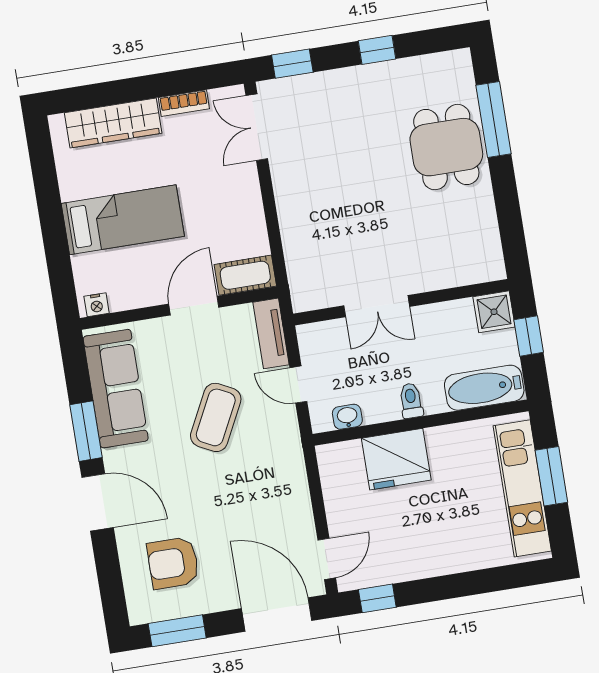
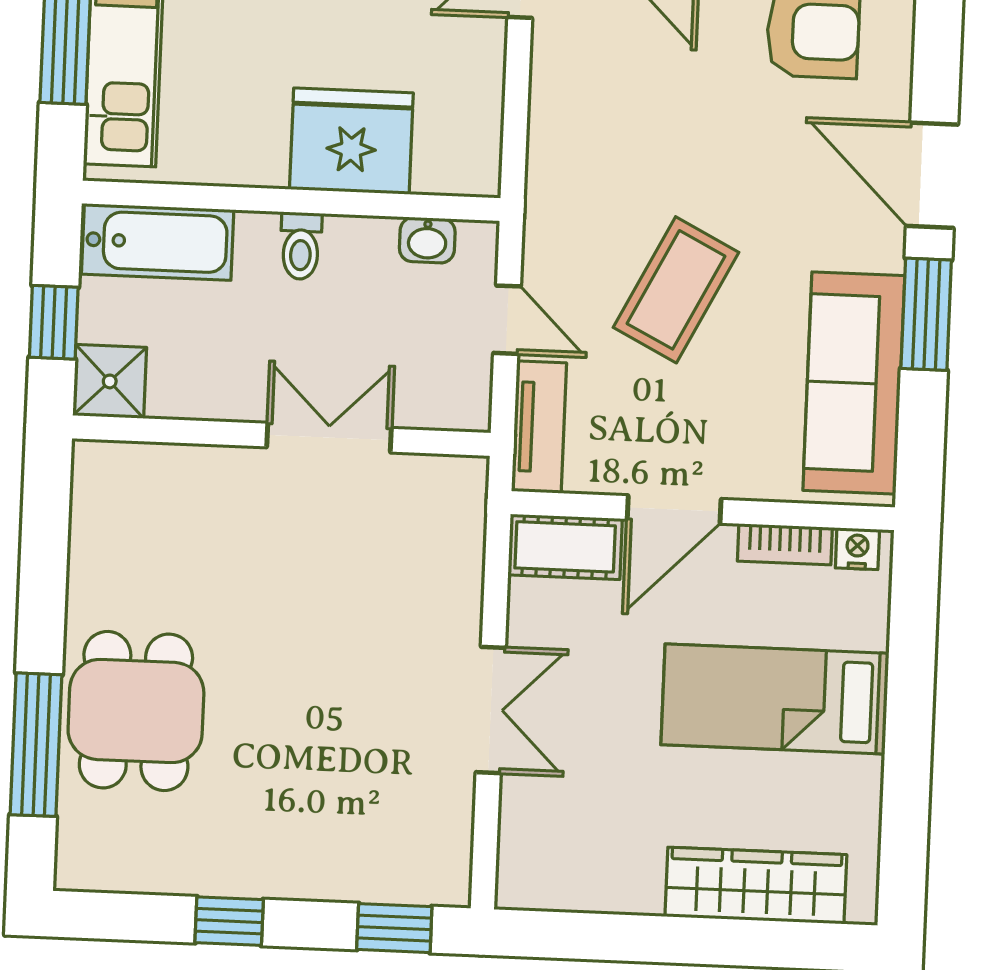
bookcase: (184, 103) -> (785, 544), moved, turned 180
double door: (257, 127) -> (491, 710), moved

